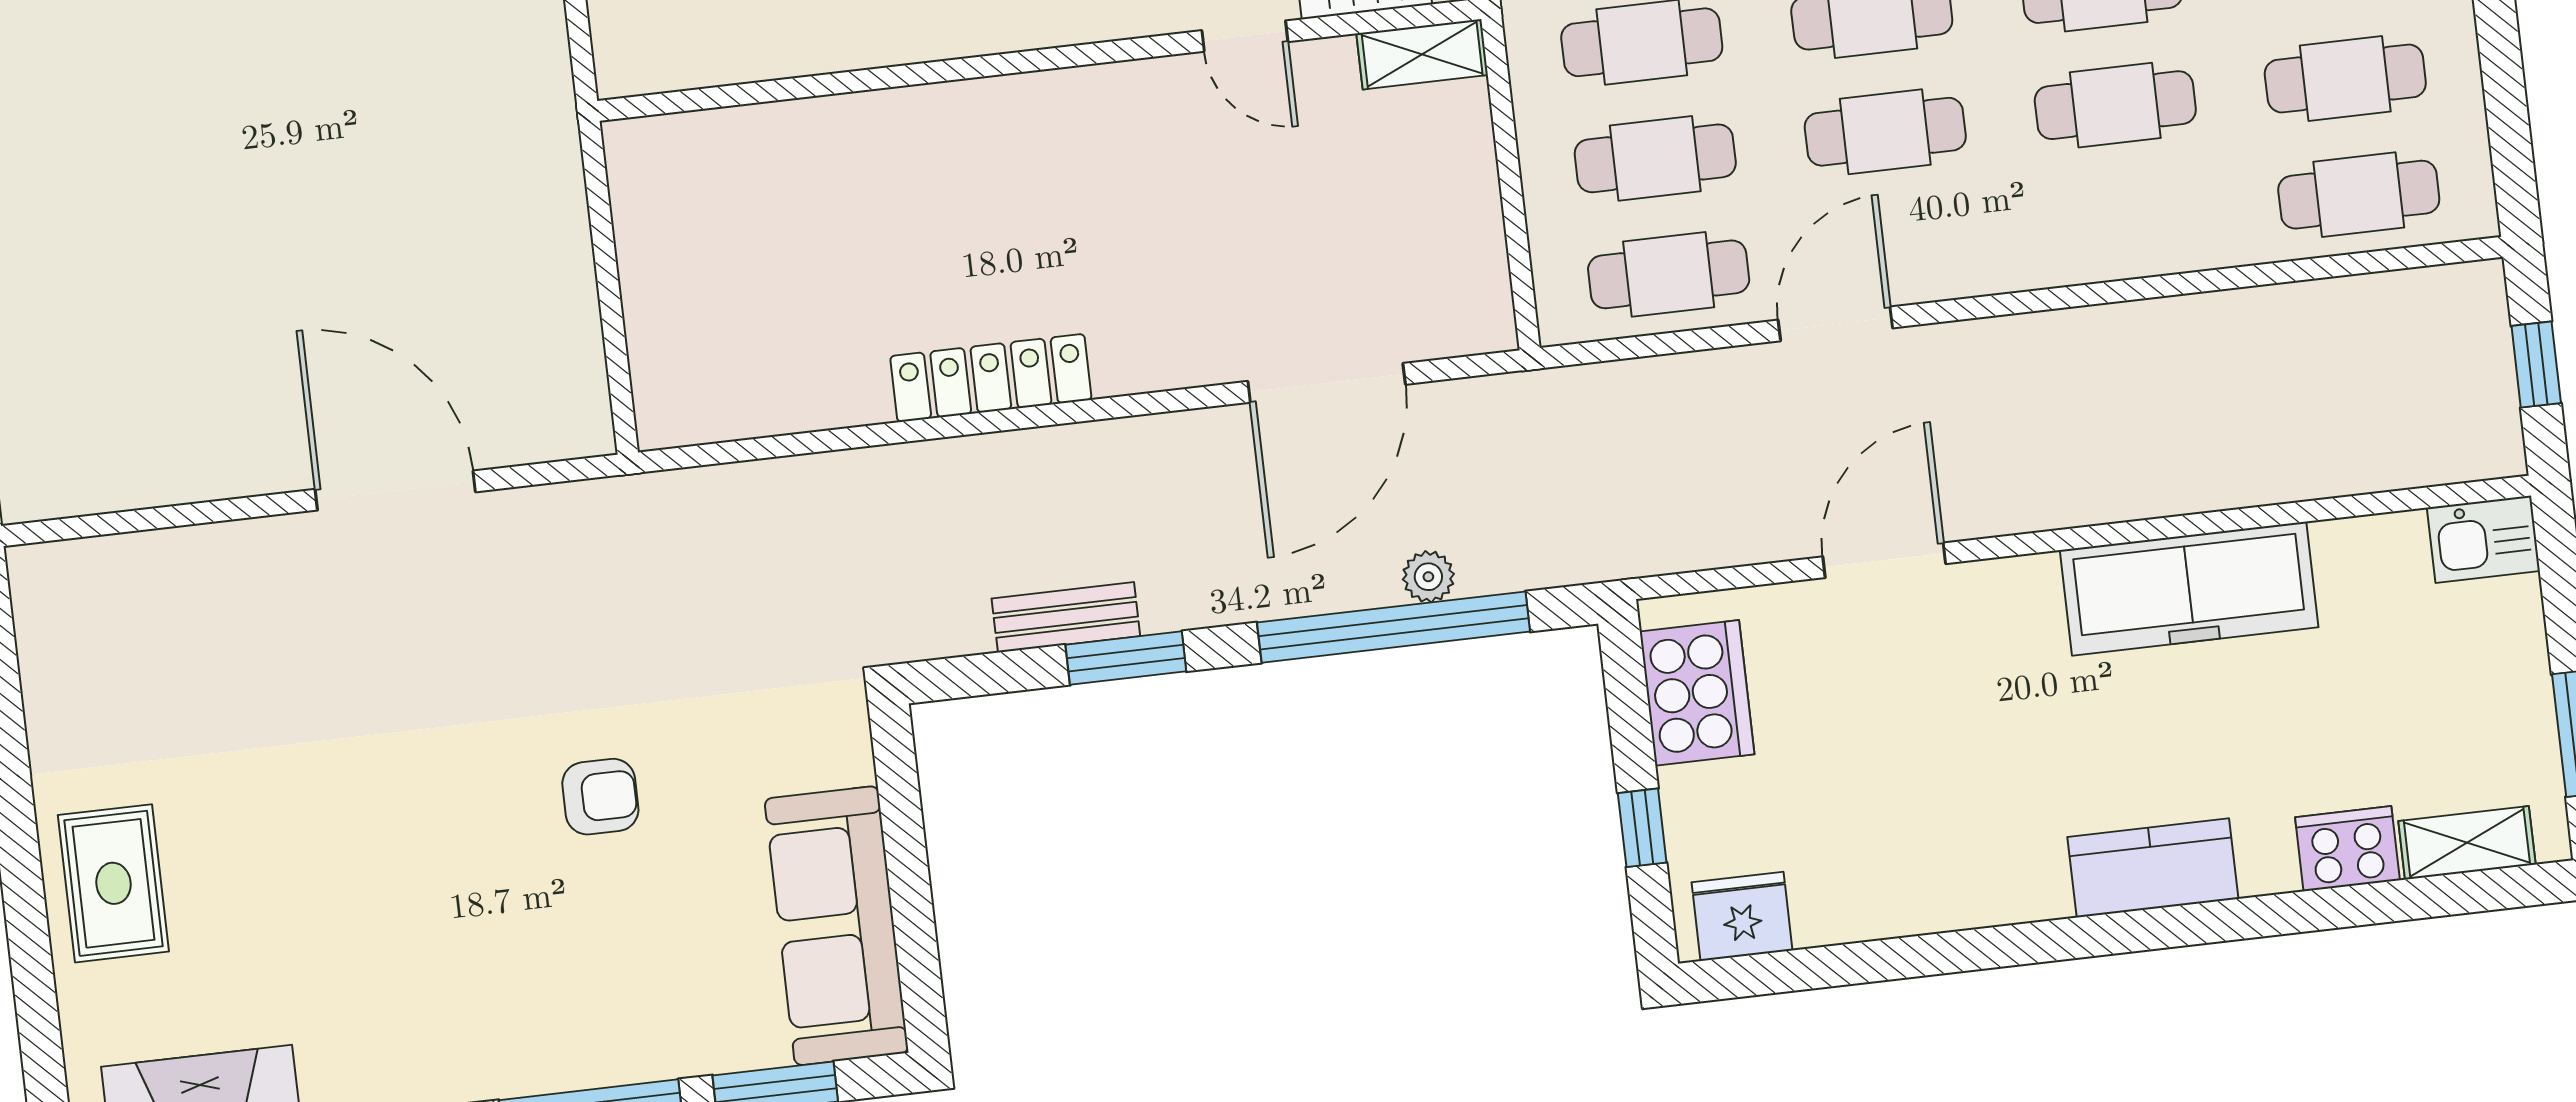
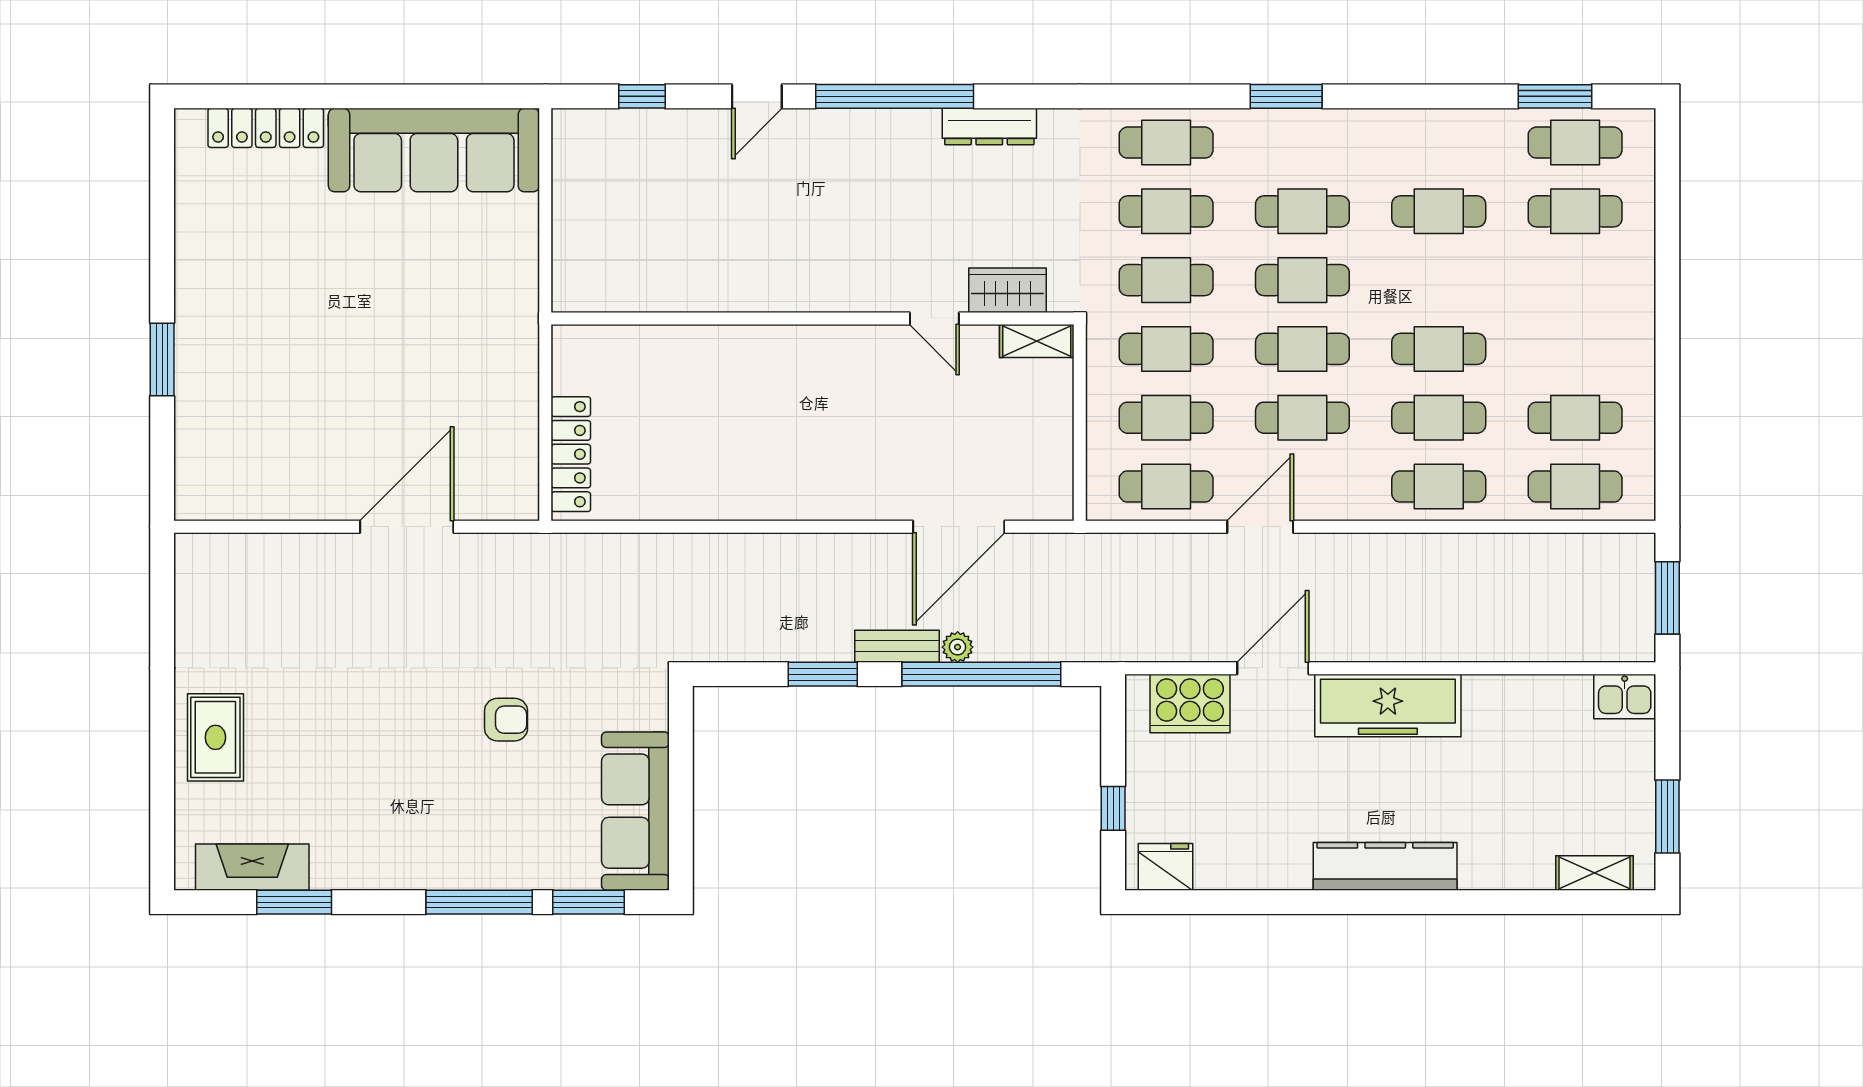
cafe table: (2129, 221) -> (1439, 486), added
window: (2536, 364) -> (1667, 598), width x1.50
locker: (991, 378) -> (571, 454), moved, turned 90
door: (395, 491) -> (407, 527), hinge flipped
plant: (1428, 577) -> (958, 647), moved
freezer: (2189, 589) -> (1388, 705), moved
bench: (1066, 617) -> (897, 646), moved
cooker: (1697, 693) -> (1190, 704), moved, turned 90
cooker: (2347, 849) -> (1524, 868), removed
kitchen counter: (2153, 868) -> (1385, 866), width x1.50

